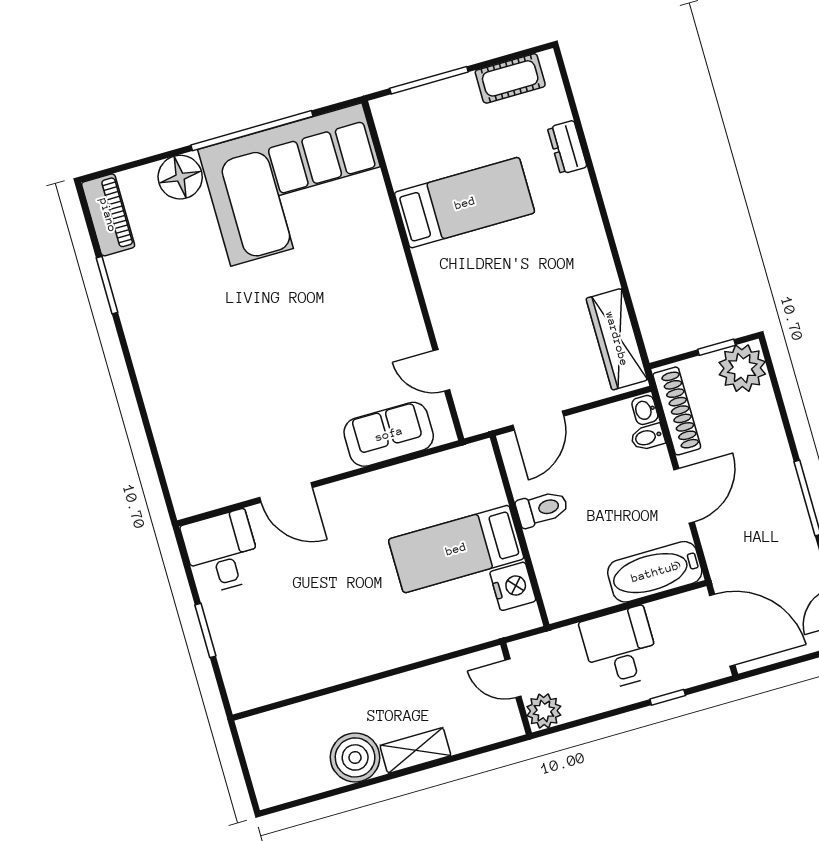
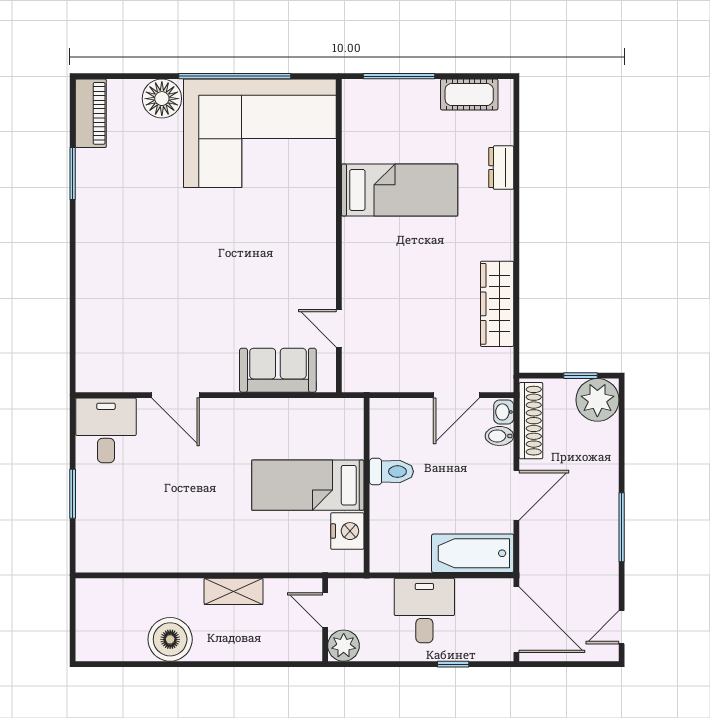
wardrobe: (617, 339) -> (497, 304), moved
door: (538, 421) -> (456, 395), moved
shelving: (415, 750) -> (234, 591), moved

